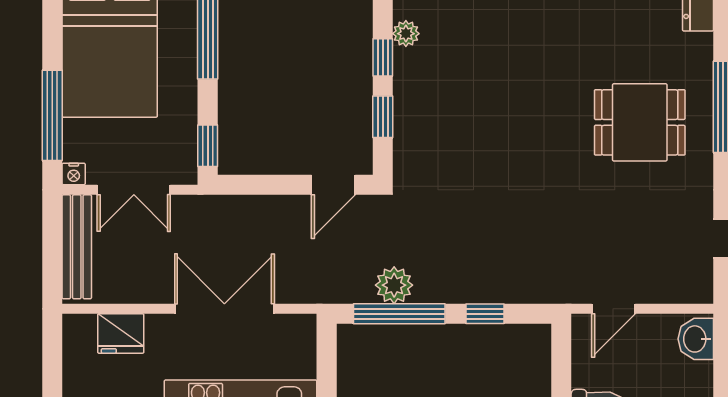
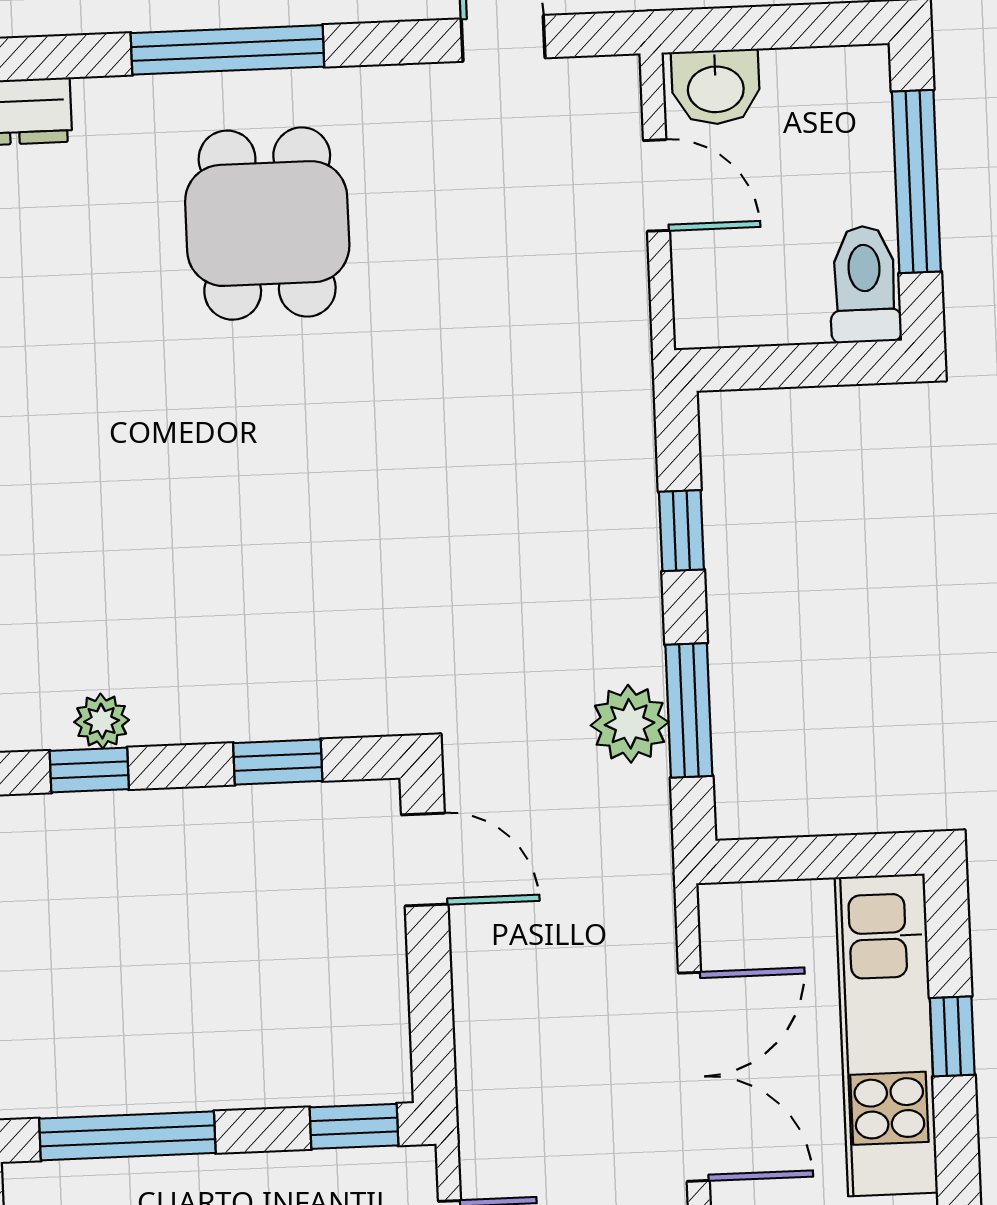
window: (383, 57) -> (89, 770), moved
double door: (224, 309) -> (694, 1077), swing flipped
door: (614, 309) -> (657, 185), moved
window: (399, 314) -> (689, 710), width x0.69

